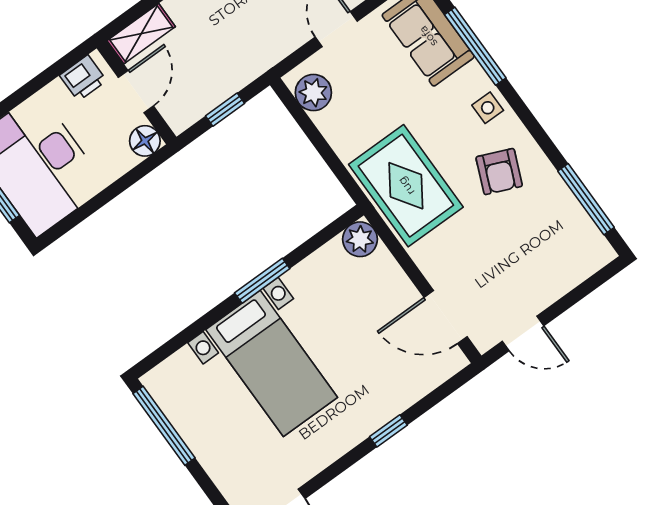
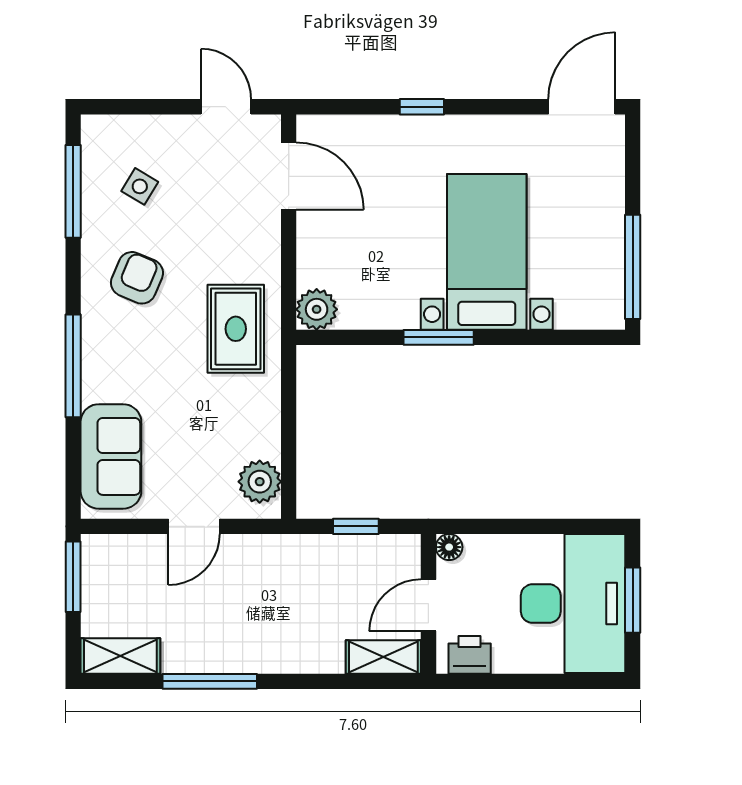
window: (475, 46) -> (73, 366), moved
side table: (488, 108) -> (140, 186), moved, turned 31
floor lamp: (145, 141) -> (449, 547), width x0.73, depth x0.73
rug: (406, 186) -> (236, 329), width x0.73, depth x0.70

